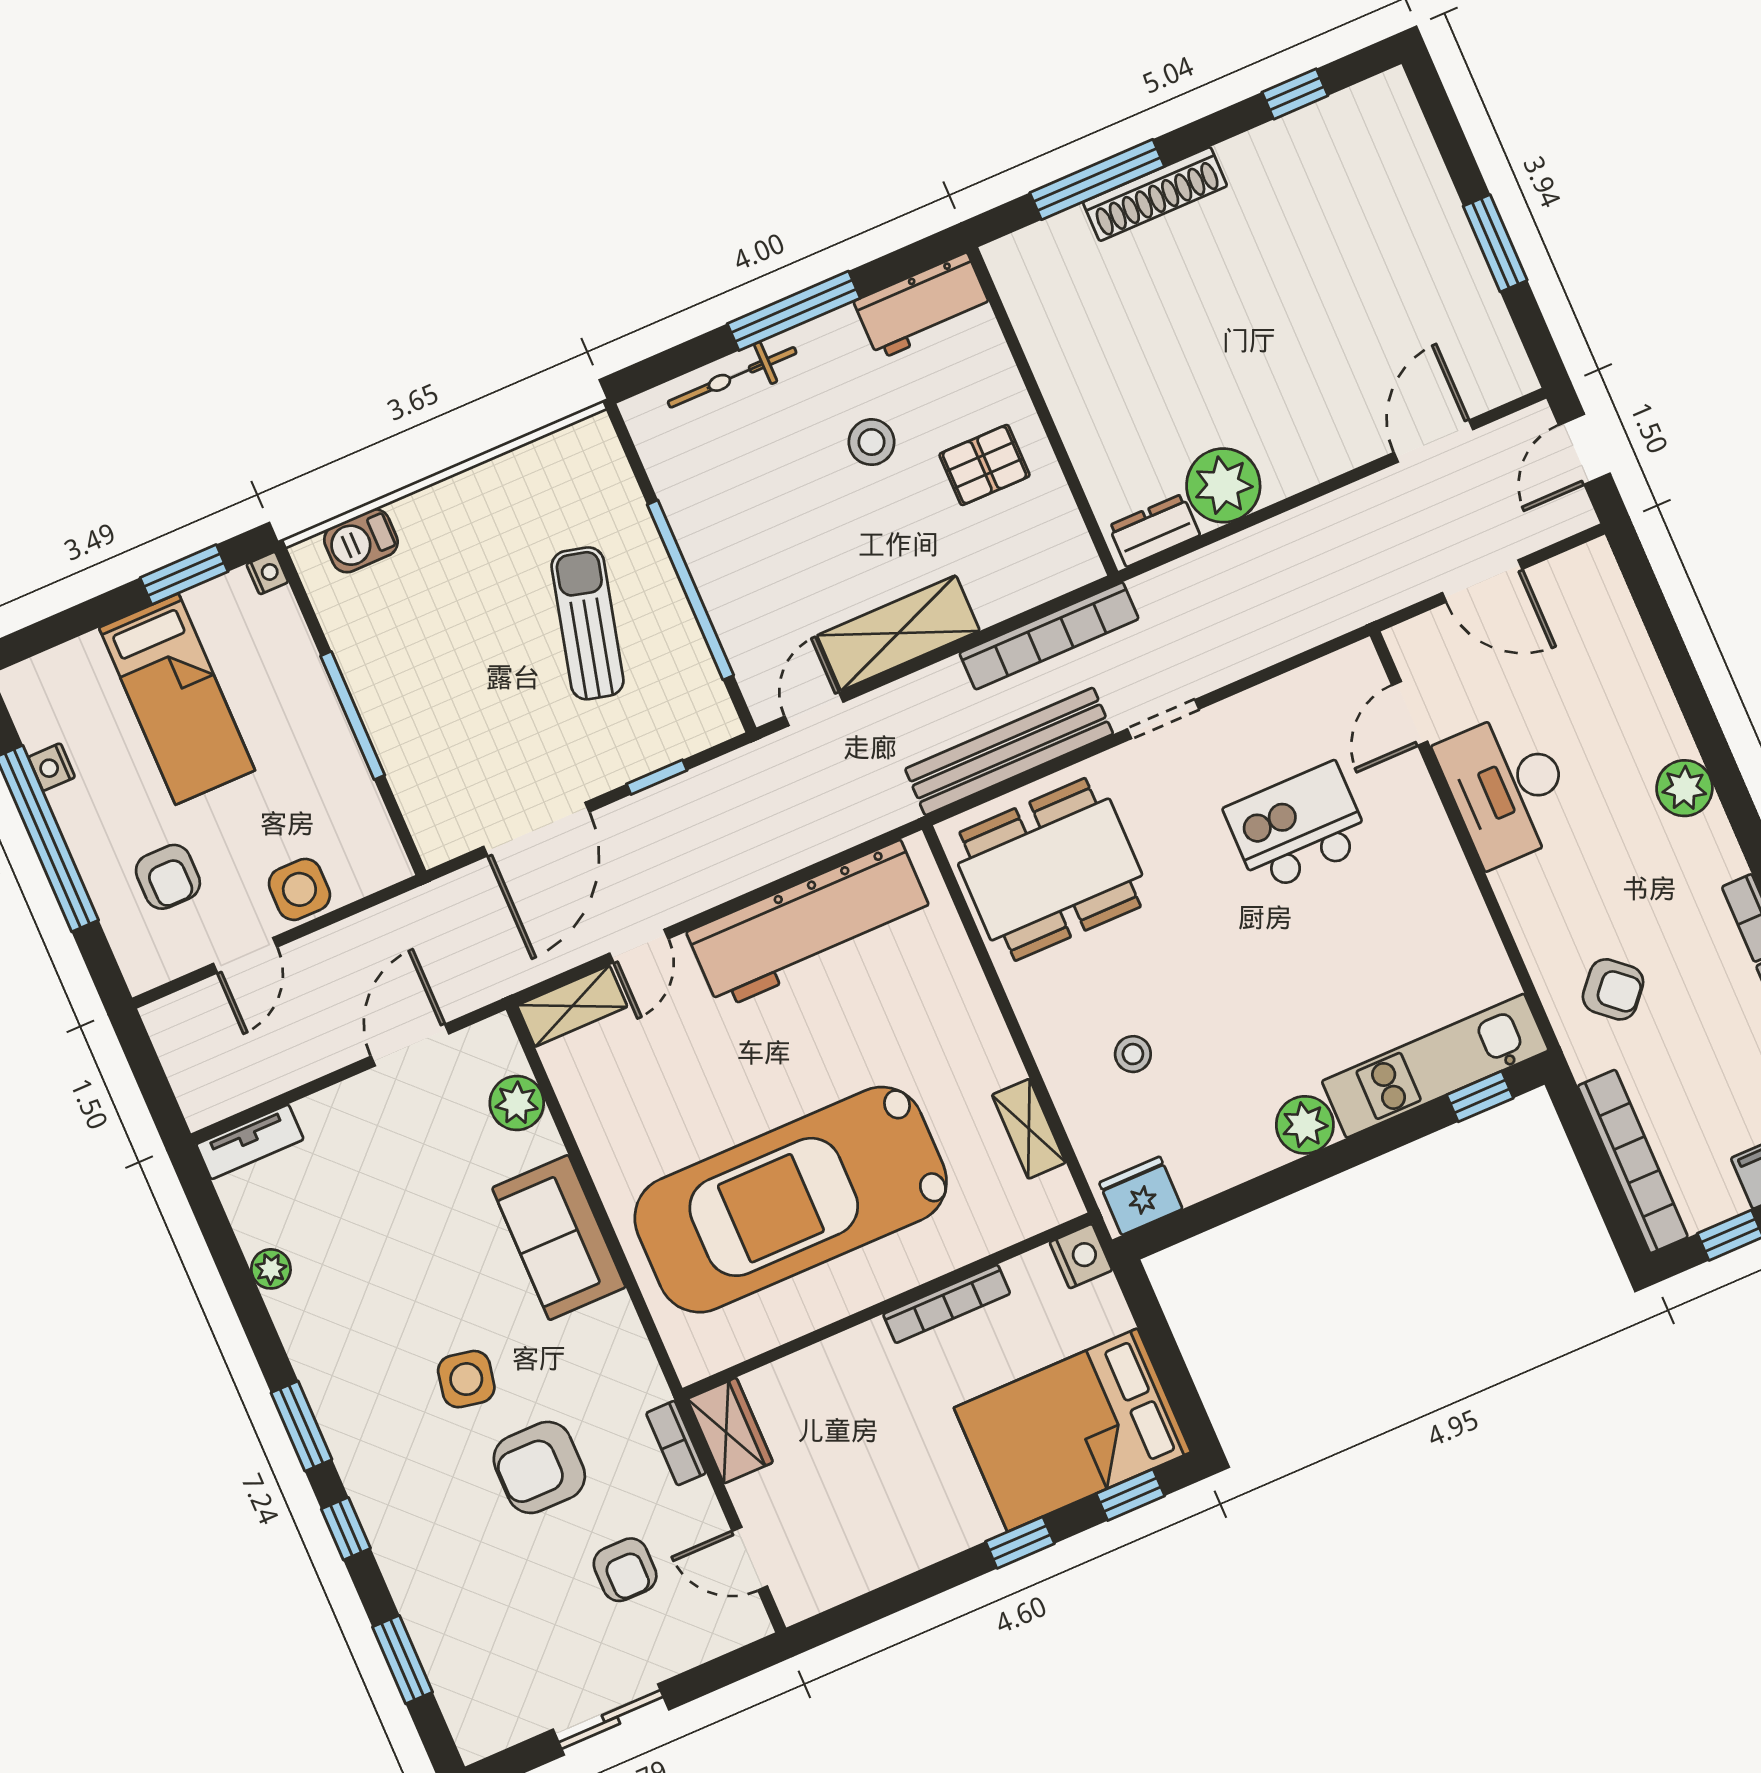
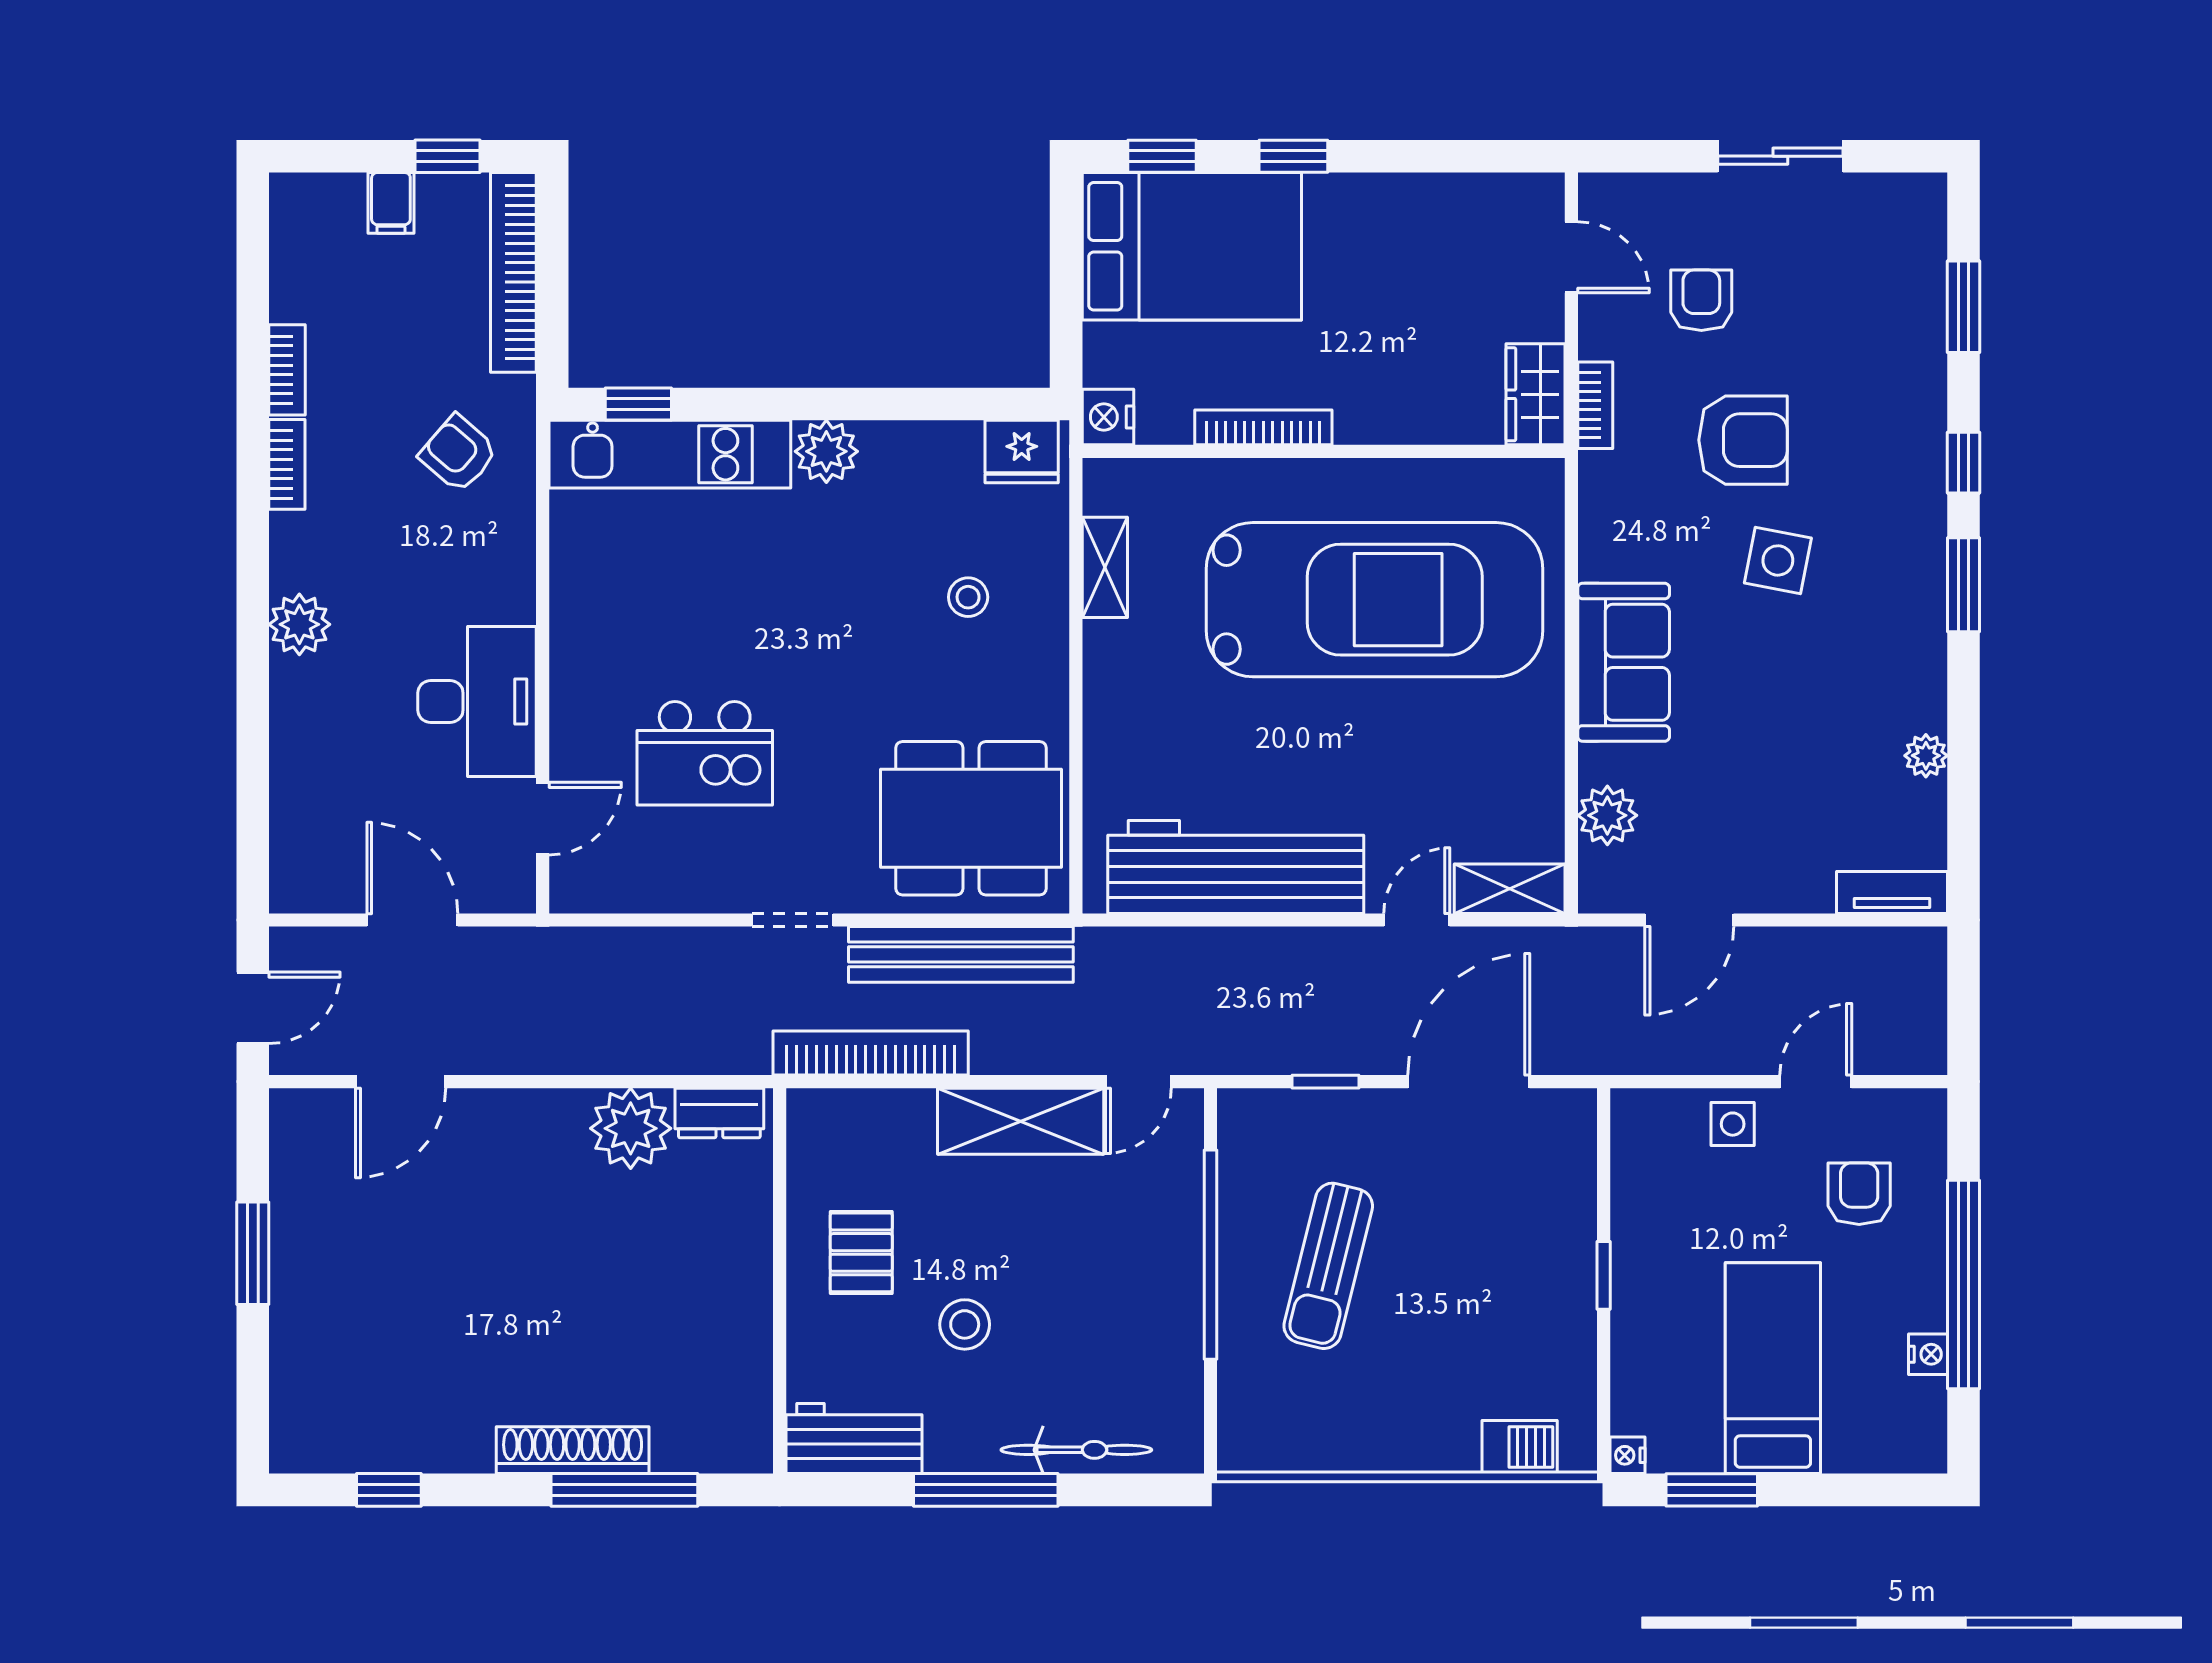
pallet: (984, 465) -> (861, 1252), turned 90
window: (353, 715) -> (1604, 1275), width x0.46
side table: (299, 889) -> (1733, 1124), width x0.73, depth x0.73

